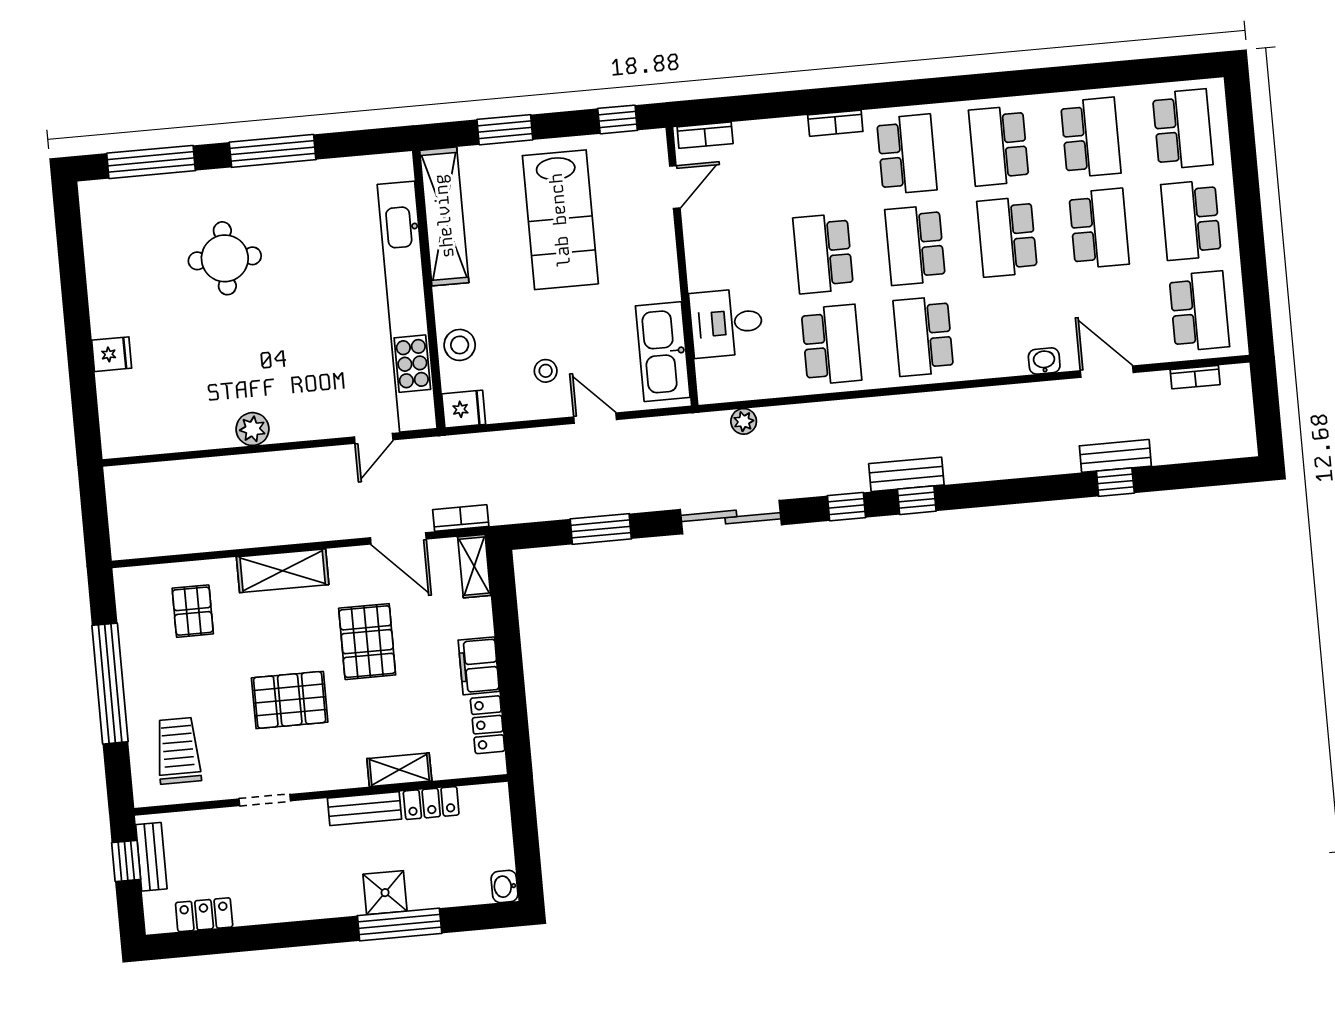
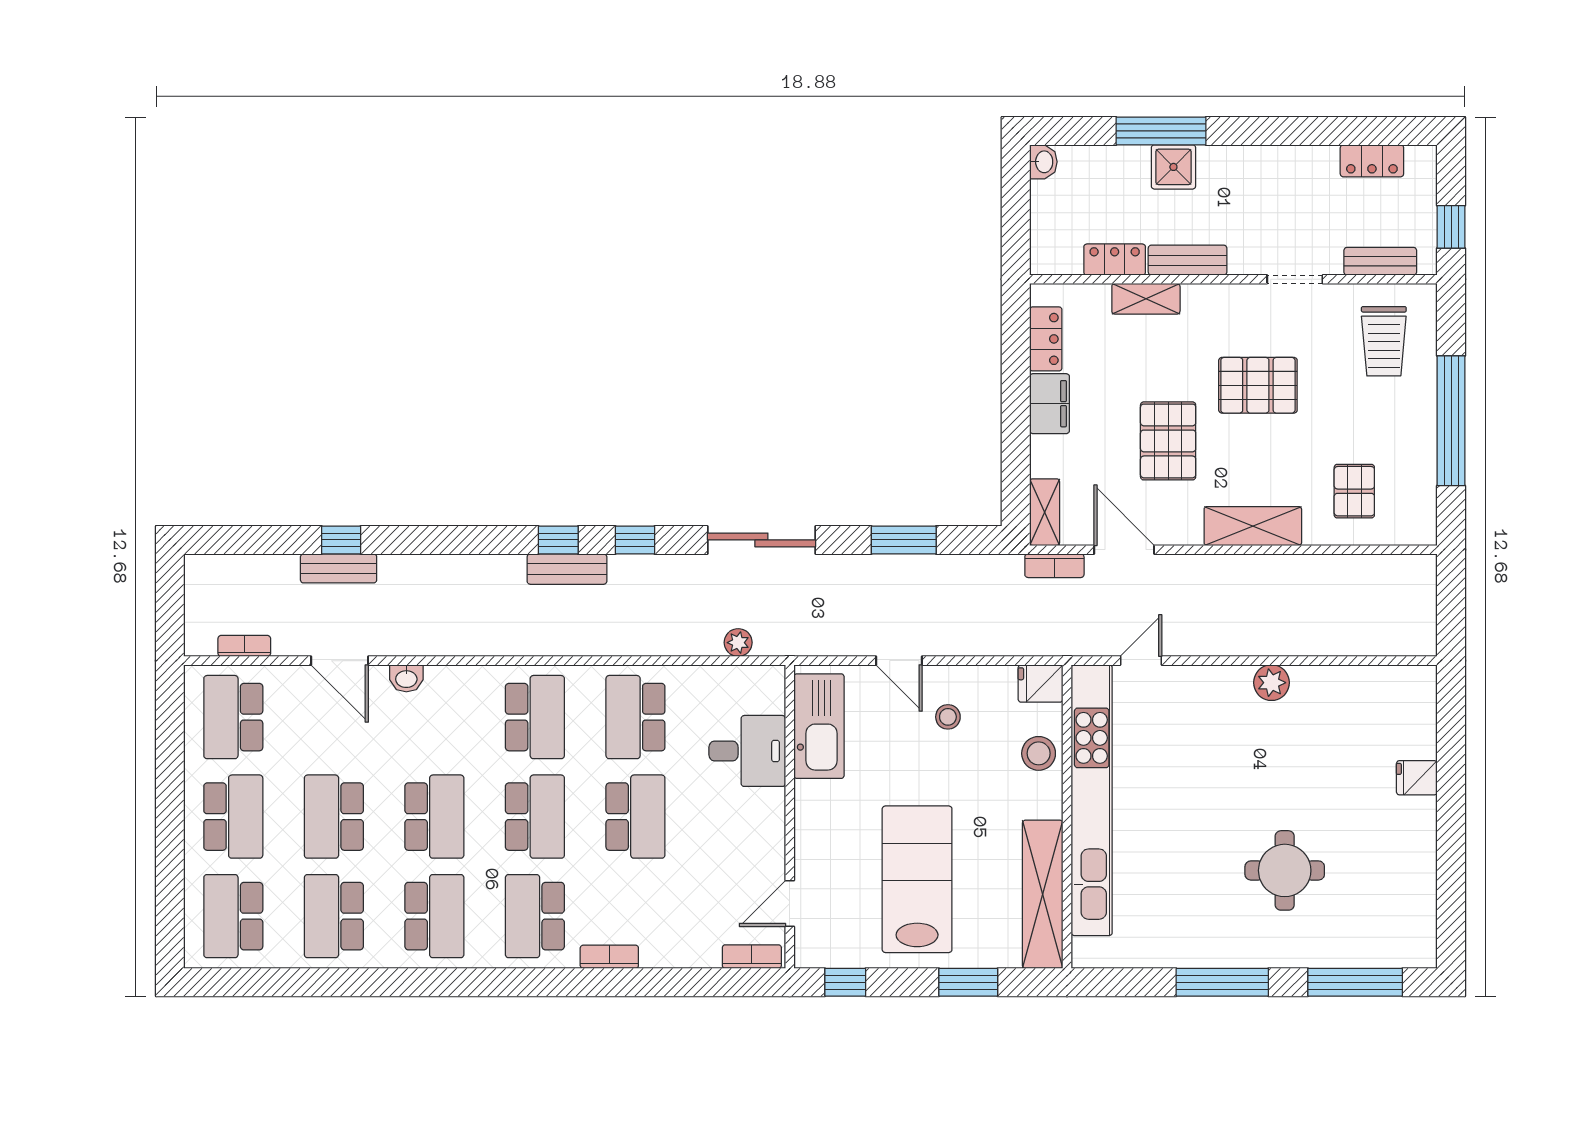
bench: (151, 857) -> (1380, 261), moved, turned 90

